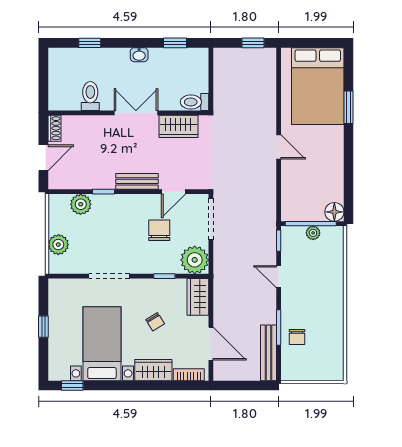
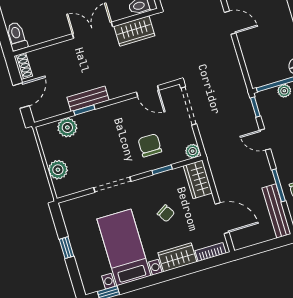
toilet: (90, 96) -> (17, 36), moved
bench: (137, 181) -> (88, 99), moved
door: (173, 192) -> (148, 91), hinge flipped
chair: (159, 230) -> (150, 145), moved
plant: (195, 260) -> (193, 151), width x0.53, depth x0.53

